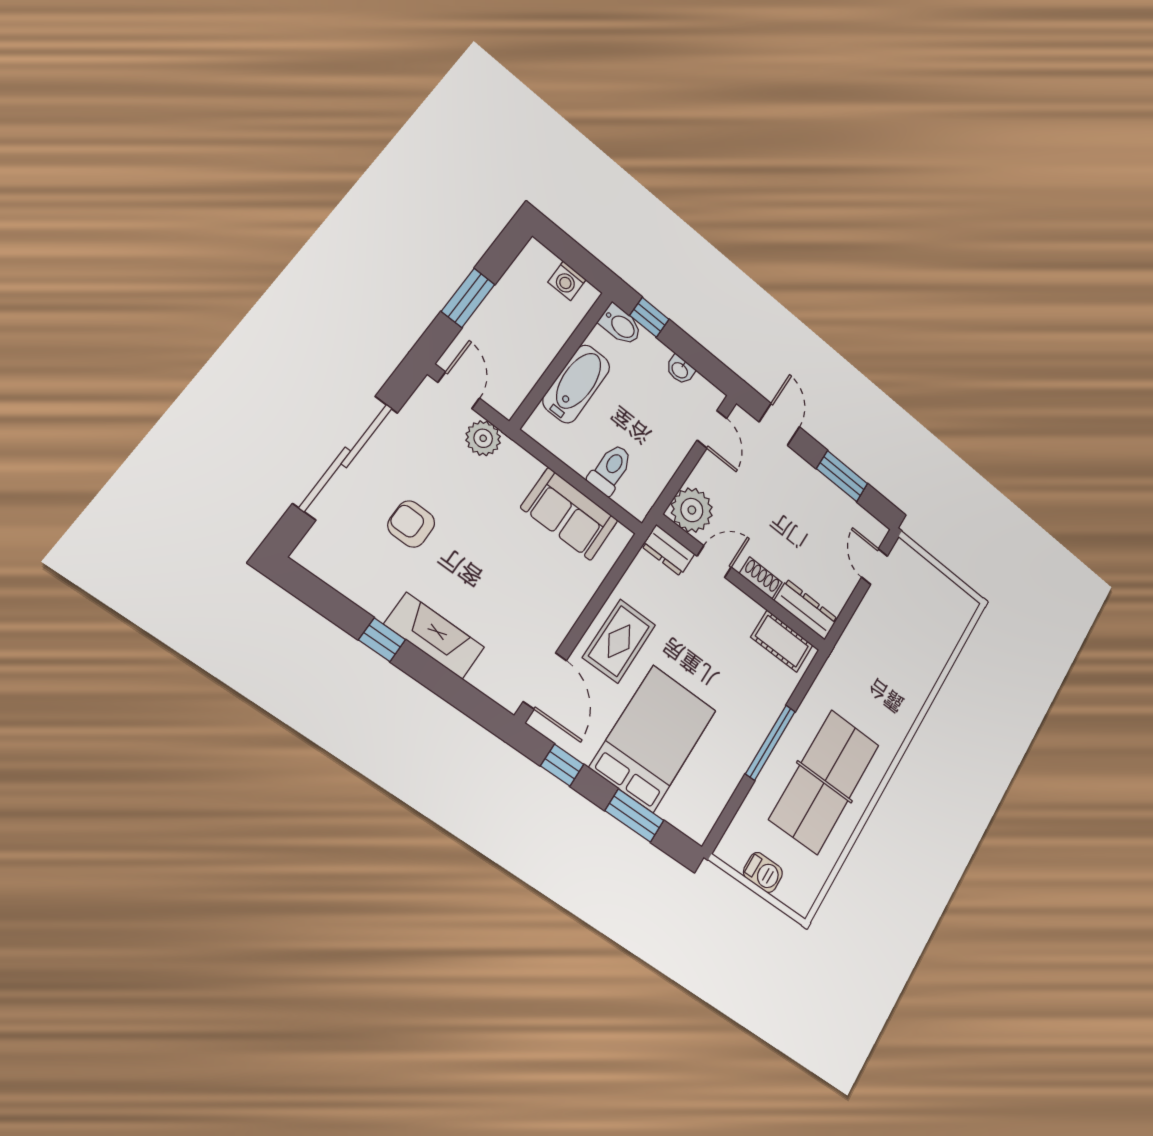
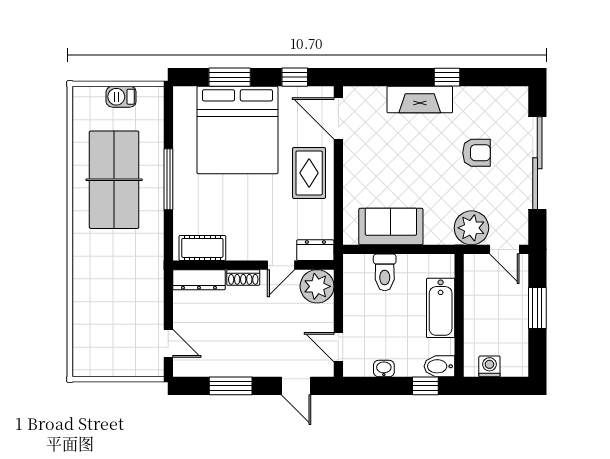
plant: (483, 438) -> (471, 228), width x1.36, depth x1.36
bed: (653, 739) -> (237, 130), width x1.36

